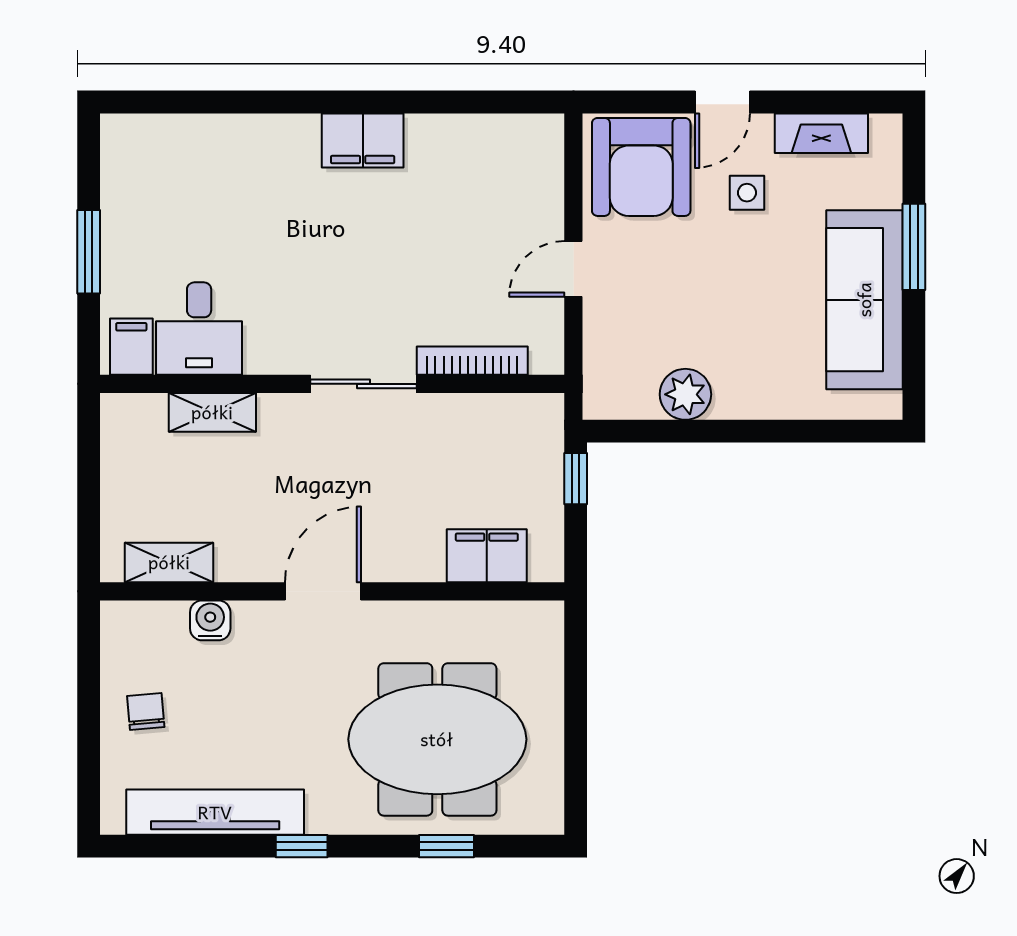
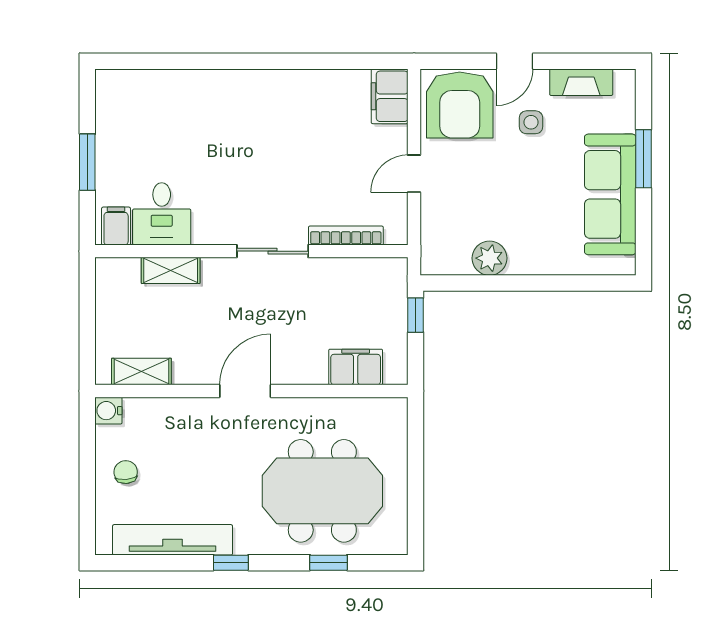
filing cabinet: (363, 140) -> (390, 96), moved, turned 90
water cooler: (210, 620) -> (108, 411), moved, turned -90

